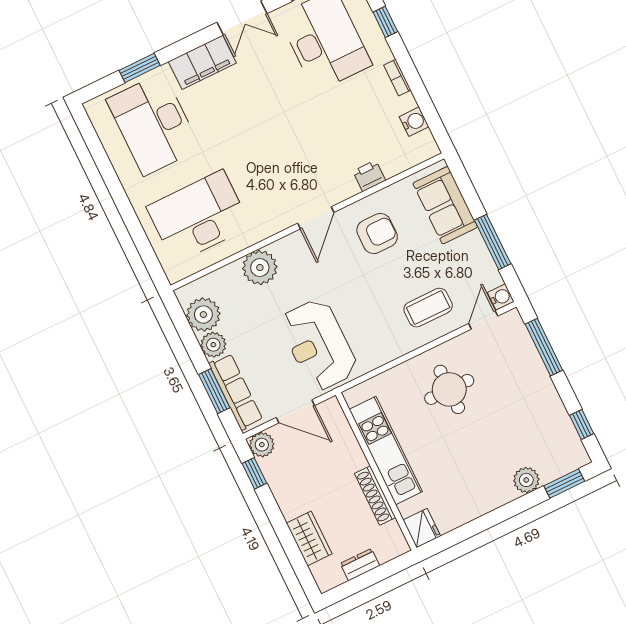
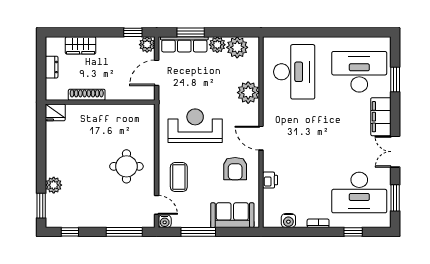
reception desk: (318, 345) -> (195, 126), moved
kitchen unit: (386, 450) -> (109, 113), removed

